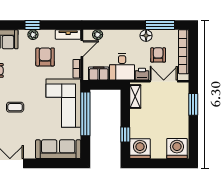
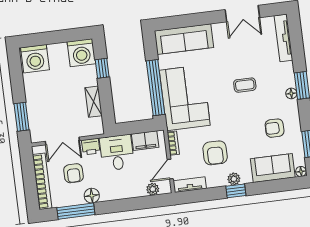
shelving: (135, 97) -> (94, 102), moved

